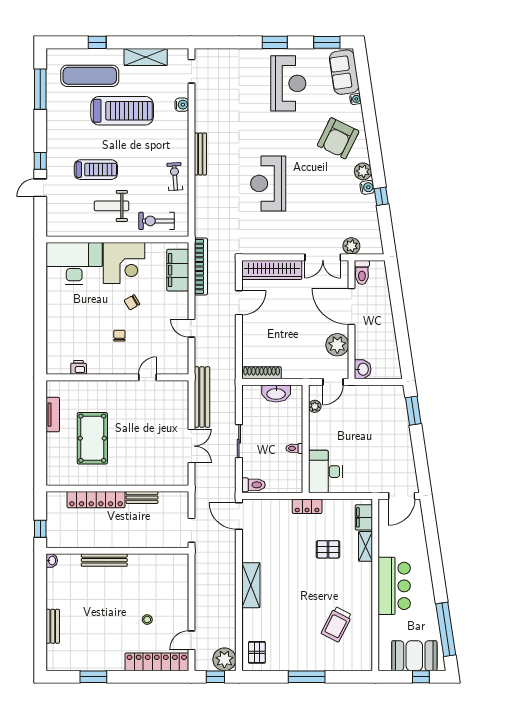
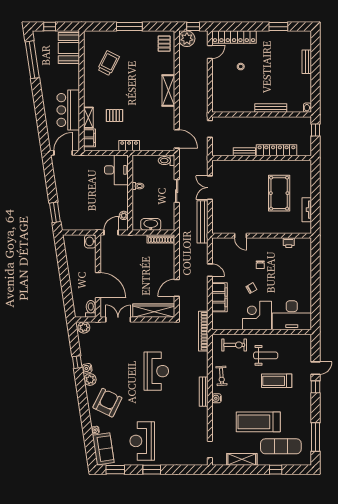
water cooler: (182, 105) -> (217, 398), moved
plant: (351, 246) -> (84, 327), moved
bookcase: (201, 266) -> (203, 331), moved
filing cabinet: (178, 270) -> (219, 297), moved
plant: (337, 345) -> (108, 258), removed
door: (147, 377) -> (241, 236), hinge flipped
bar counter: (394, 586) -> (68, 110), moved
booth: (414, 656) -> (69, 48), moved, turned 90

